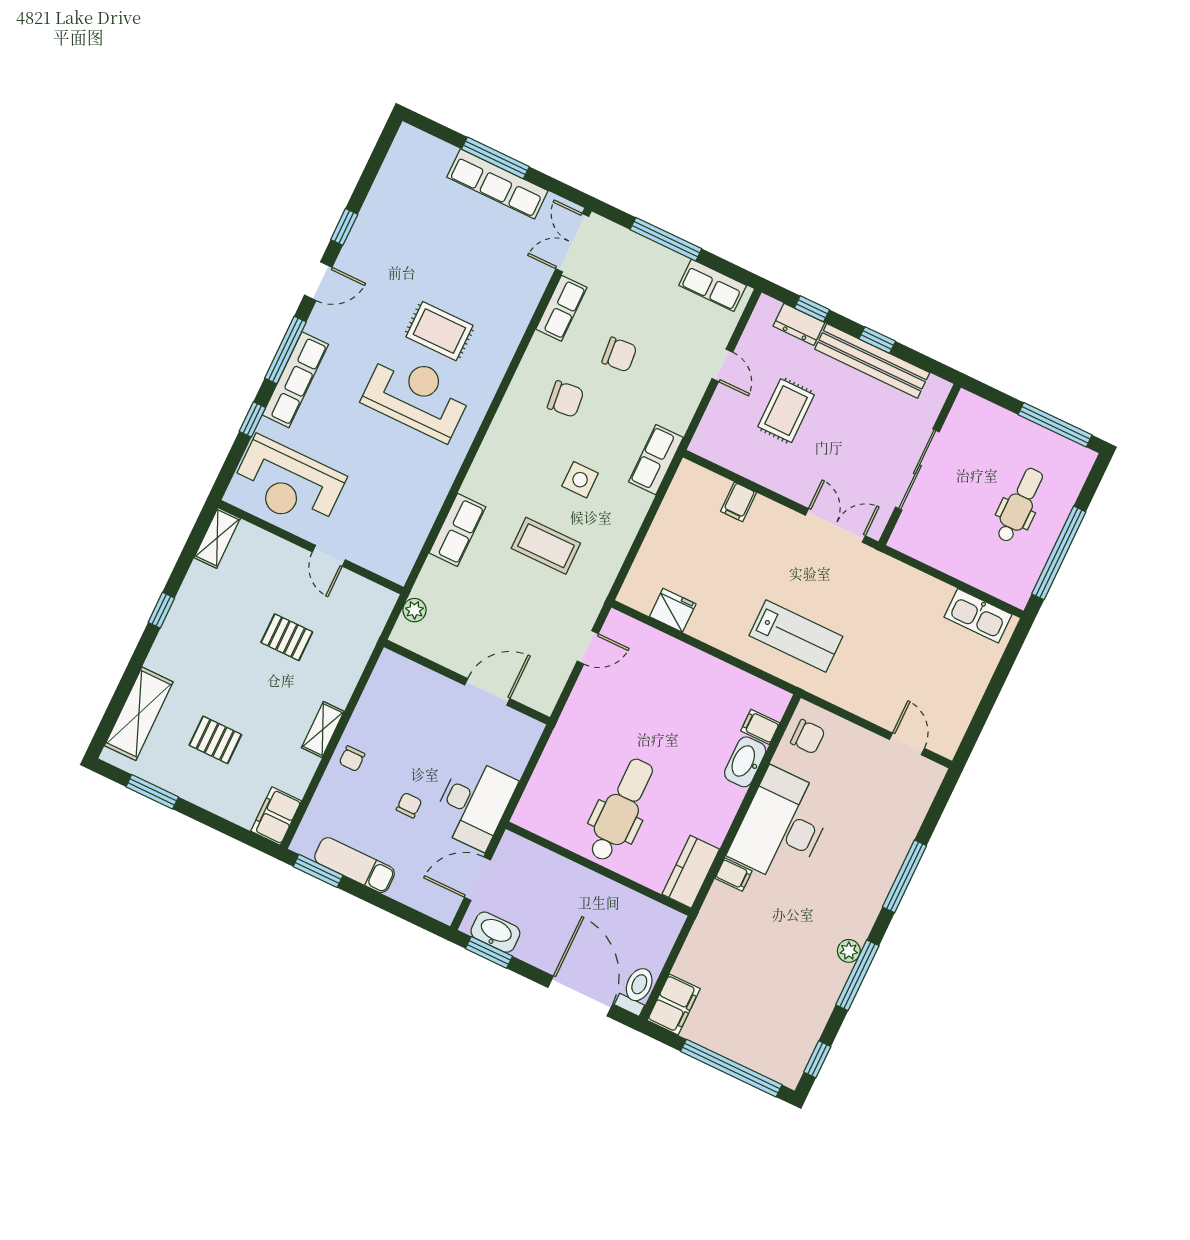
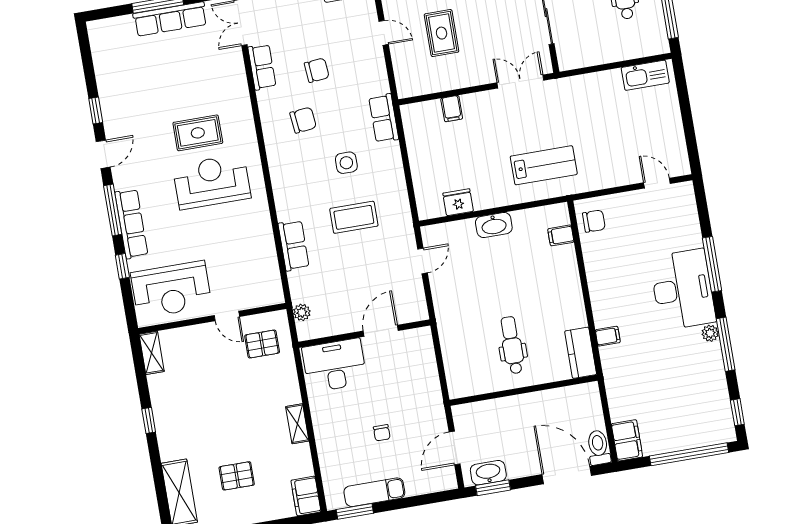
pallet: (287, 637) -> (262, 344), moved
chair: (352, 759) -> (327, 429), removed
washbasin: (745, 762) -> (494, 225), moved, turned -90
desk: (474, 804) -> (335, 365), moved, turned -90
chair: (409, 805) -> (382, 433), turned 180
dental chair: (621, 810) -> (512, 345), width x0.73, depth x0.72
desk: (782, 826) -> (683, 289), moved, turned 180

